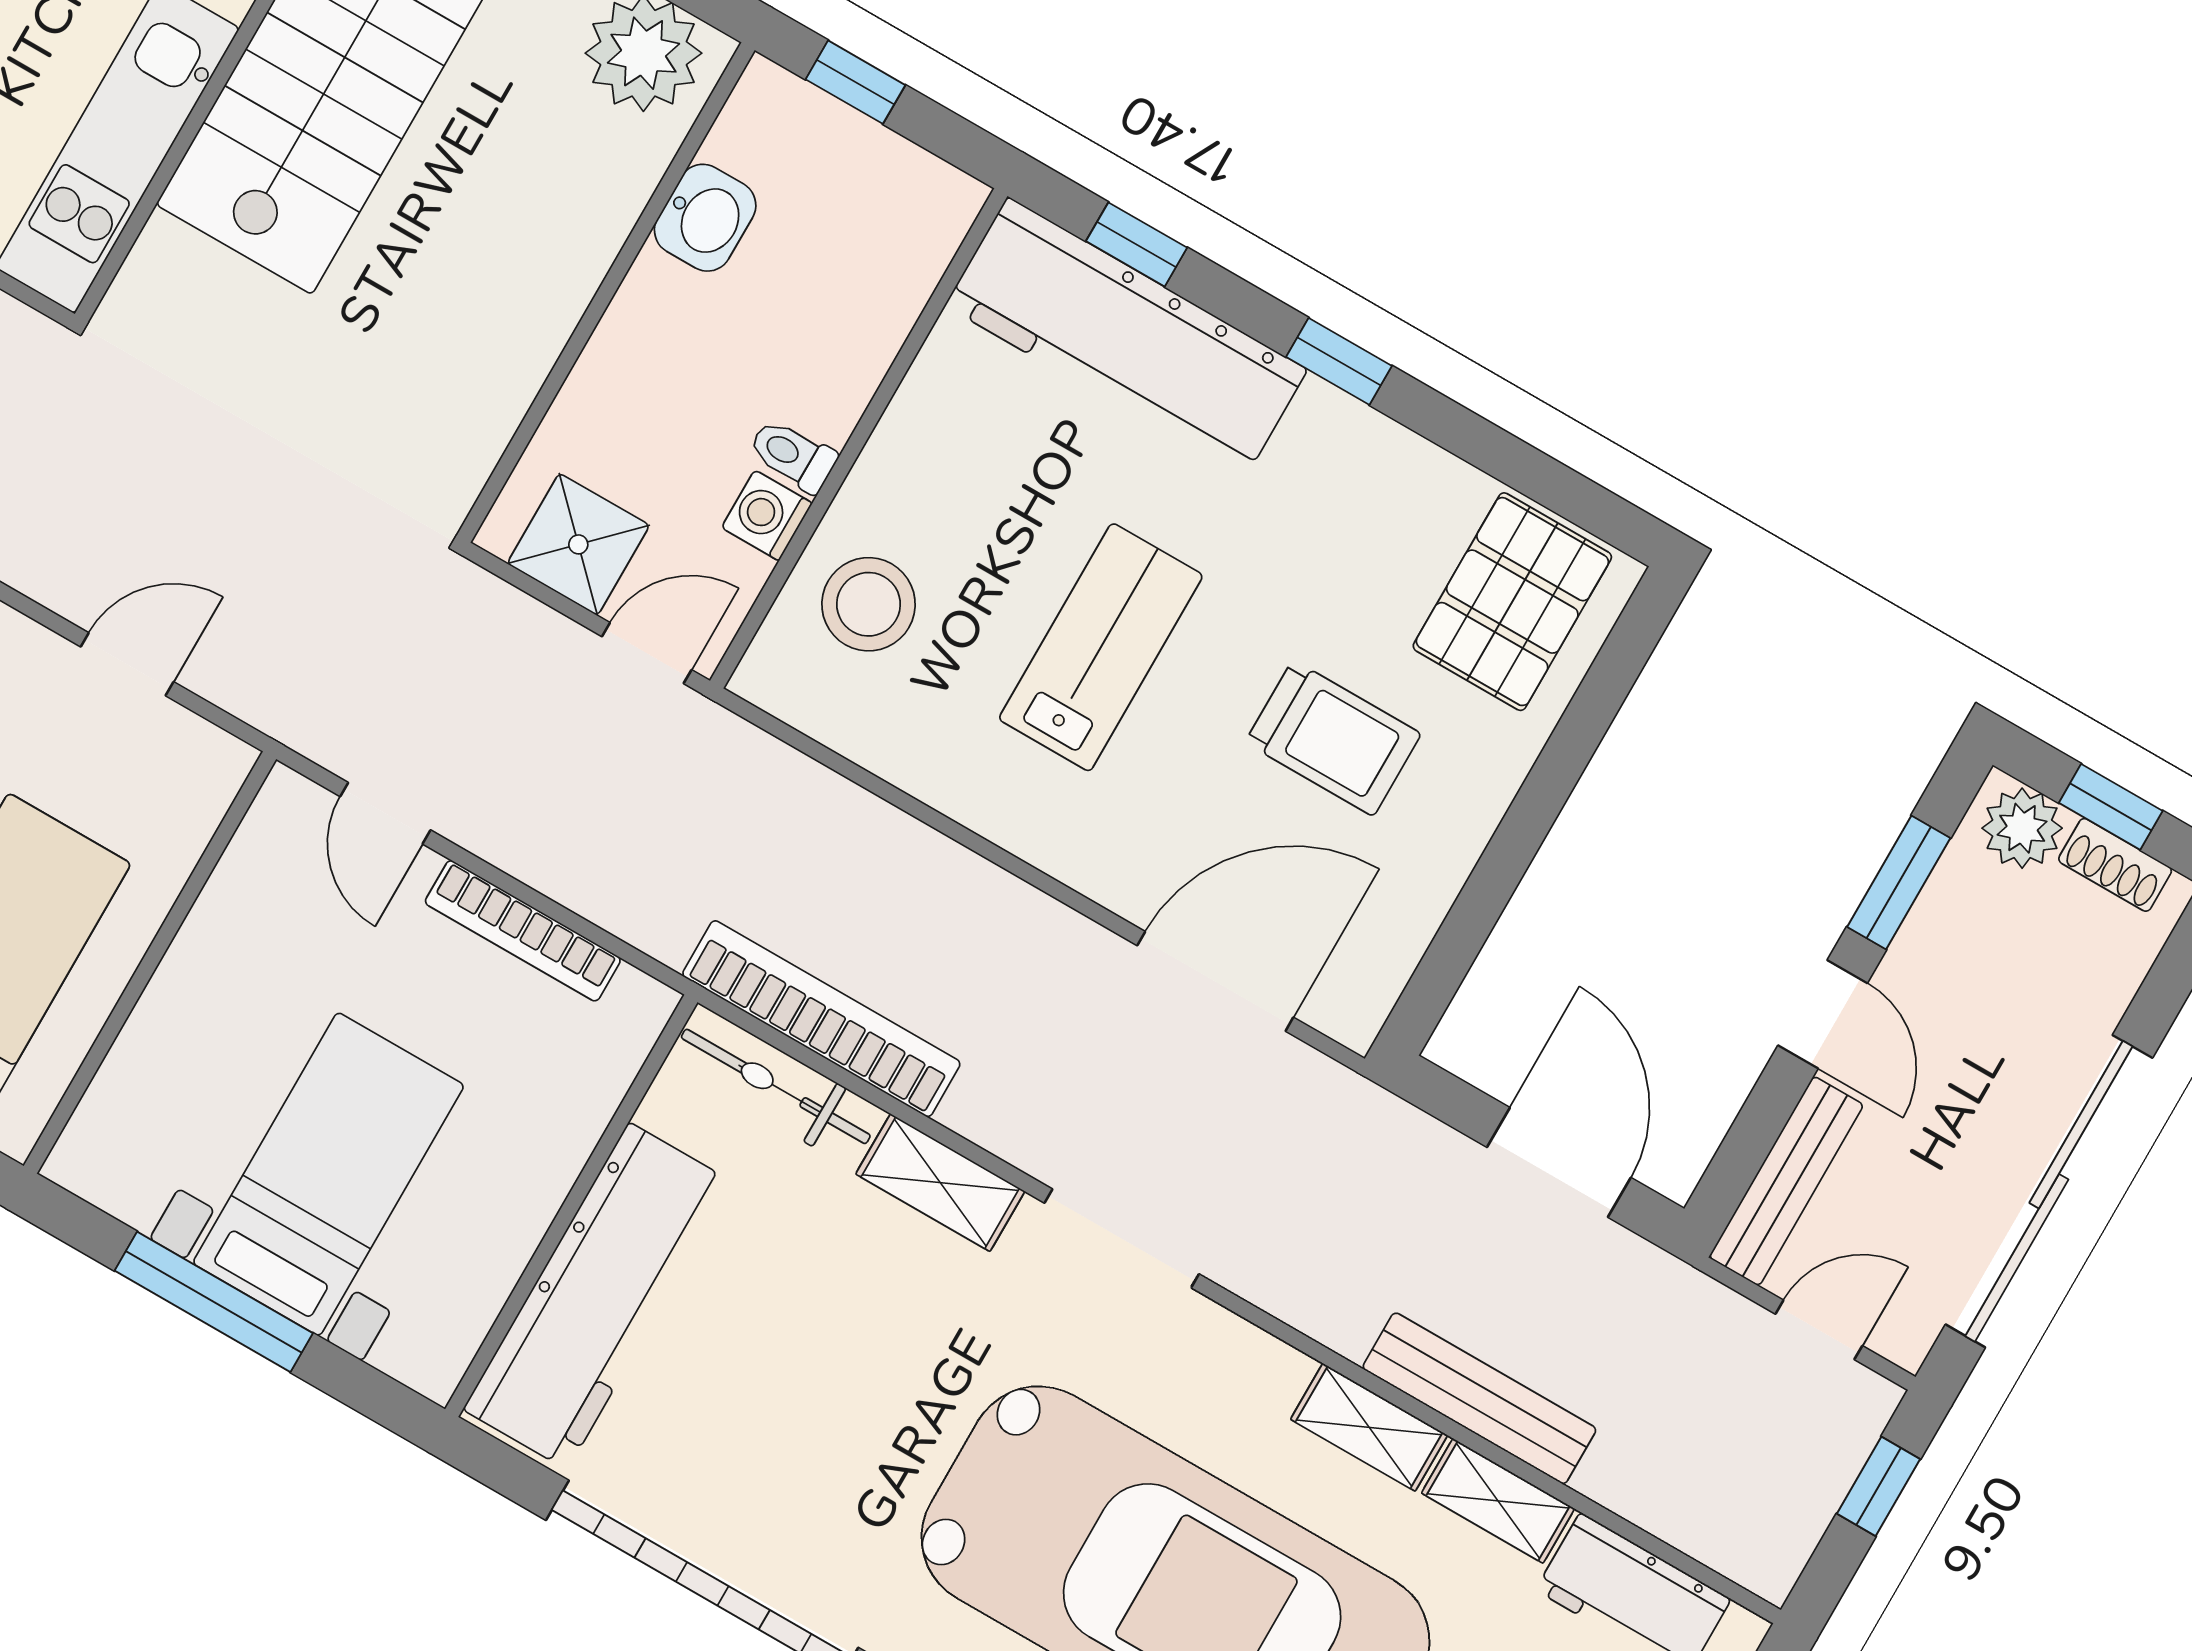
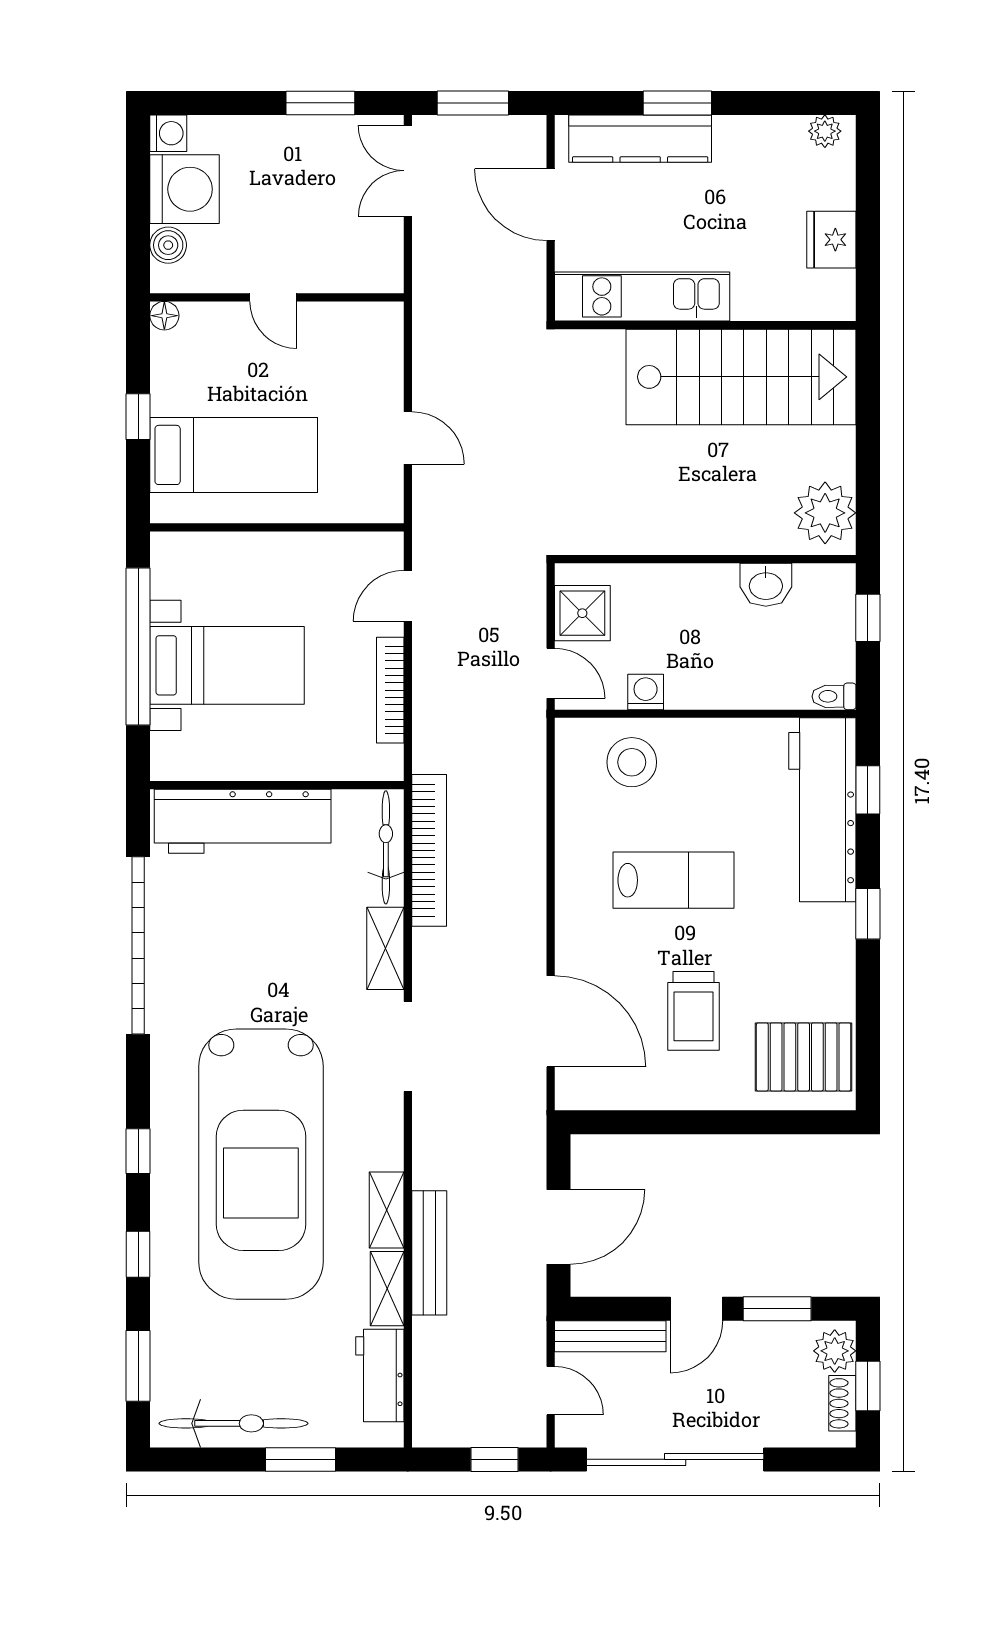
toilet: (793, 455) -> (834, 696), moved, turned -90
window: (214, 1302) -> (138, 647), width x1.46

